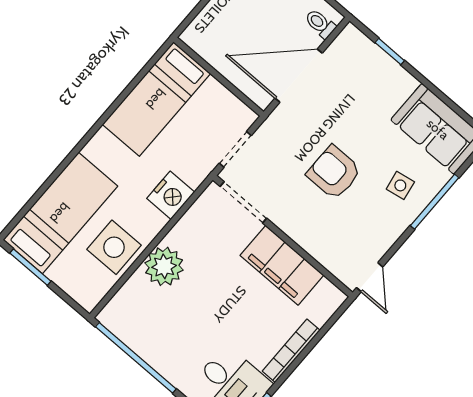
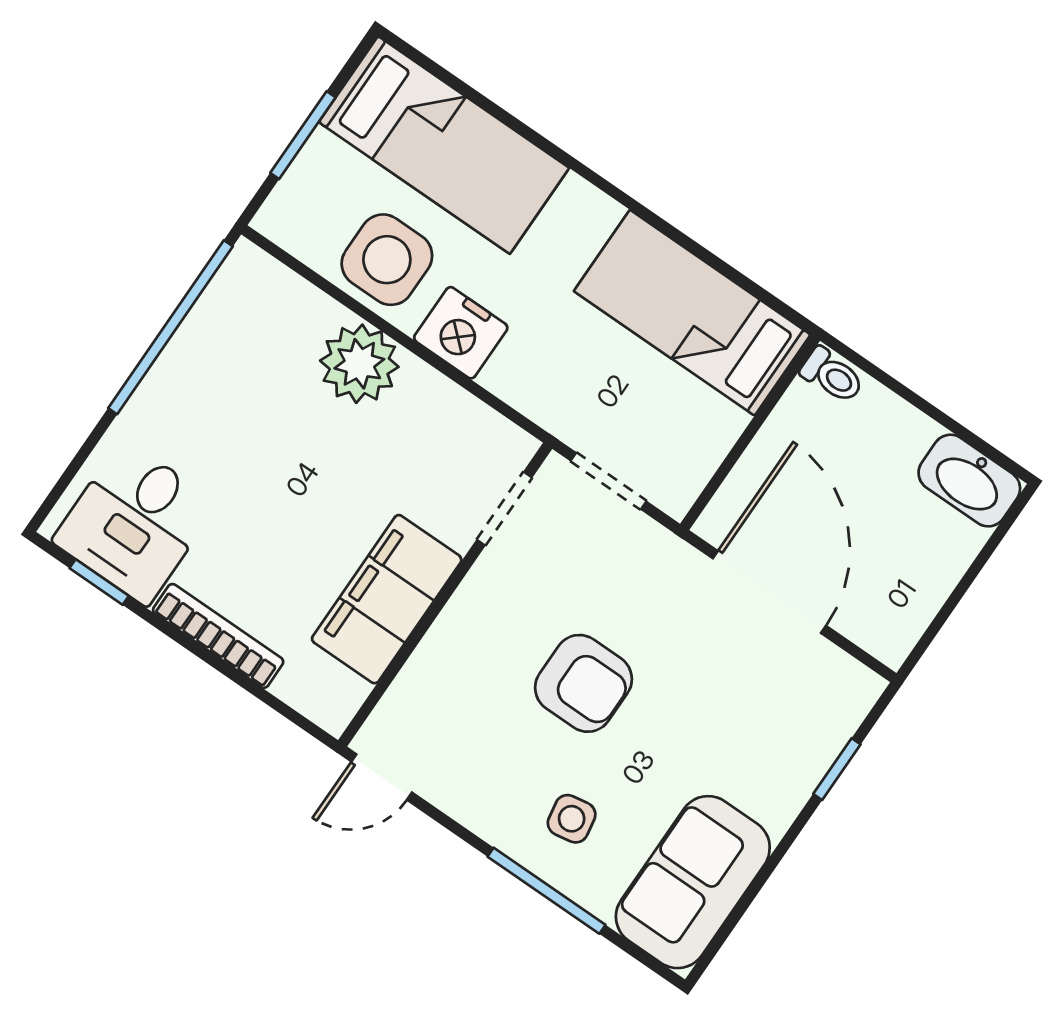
toilet: (320, 24) -> (832, 375), moved, turned 90
armchair: (334, 172) -> (584, 683), turned 90
nightstand: (171, 195) -> (461, 333), moved
doorway: (243, 202) -> (504, 509), width x0.73
window: (30, 267) -> (303, 135), moved

